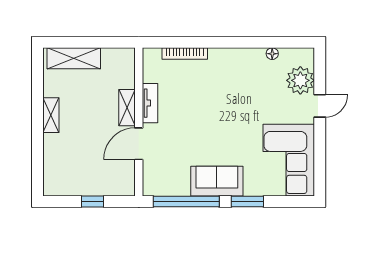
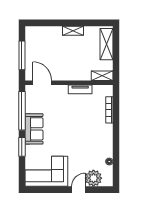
door: (320, 106) -> (78, 190), swing flipped
shelving: (127, 108) -> (102, 76), moved
door: (139, 144) -> (42, 83), moved
window: (93, 201) -> (22, 55), width x2.17

